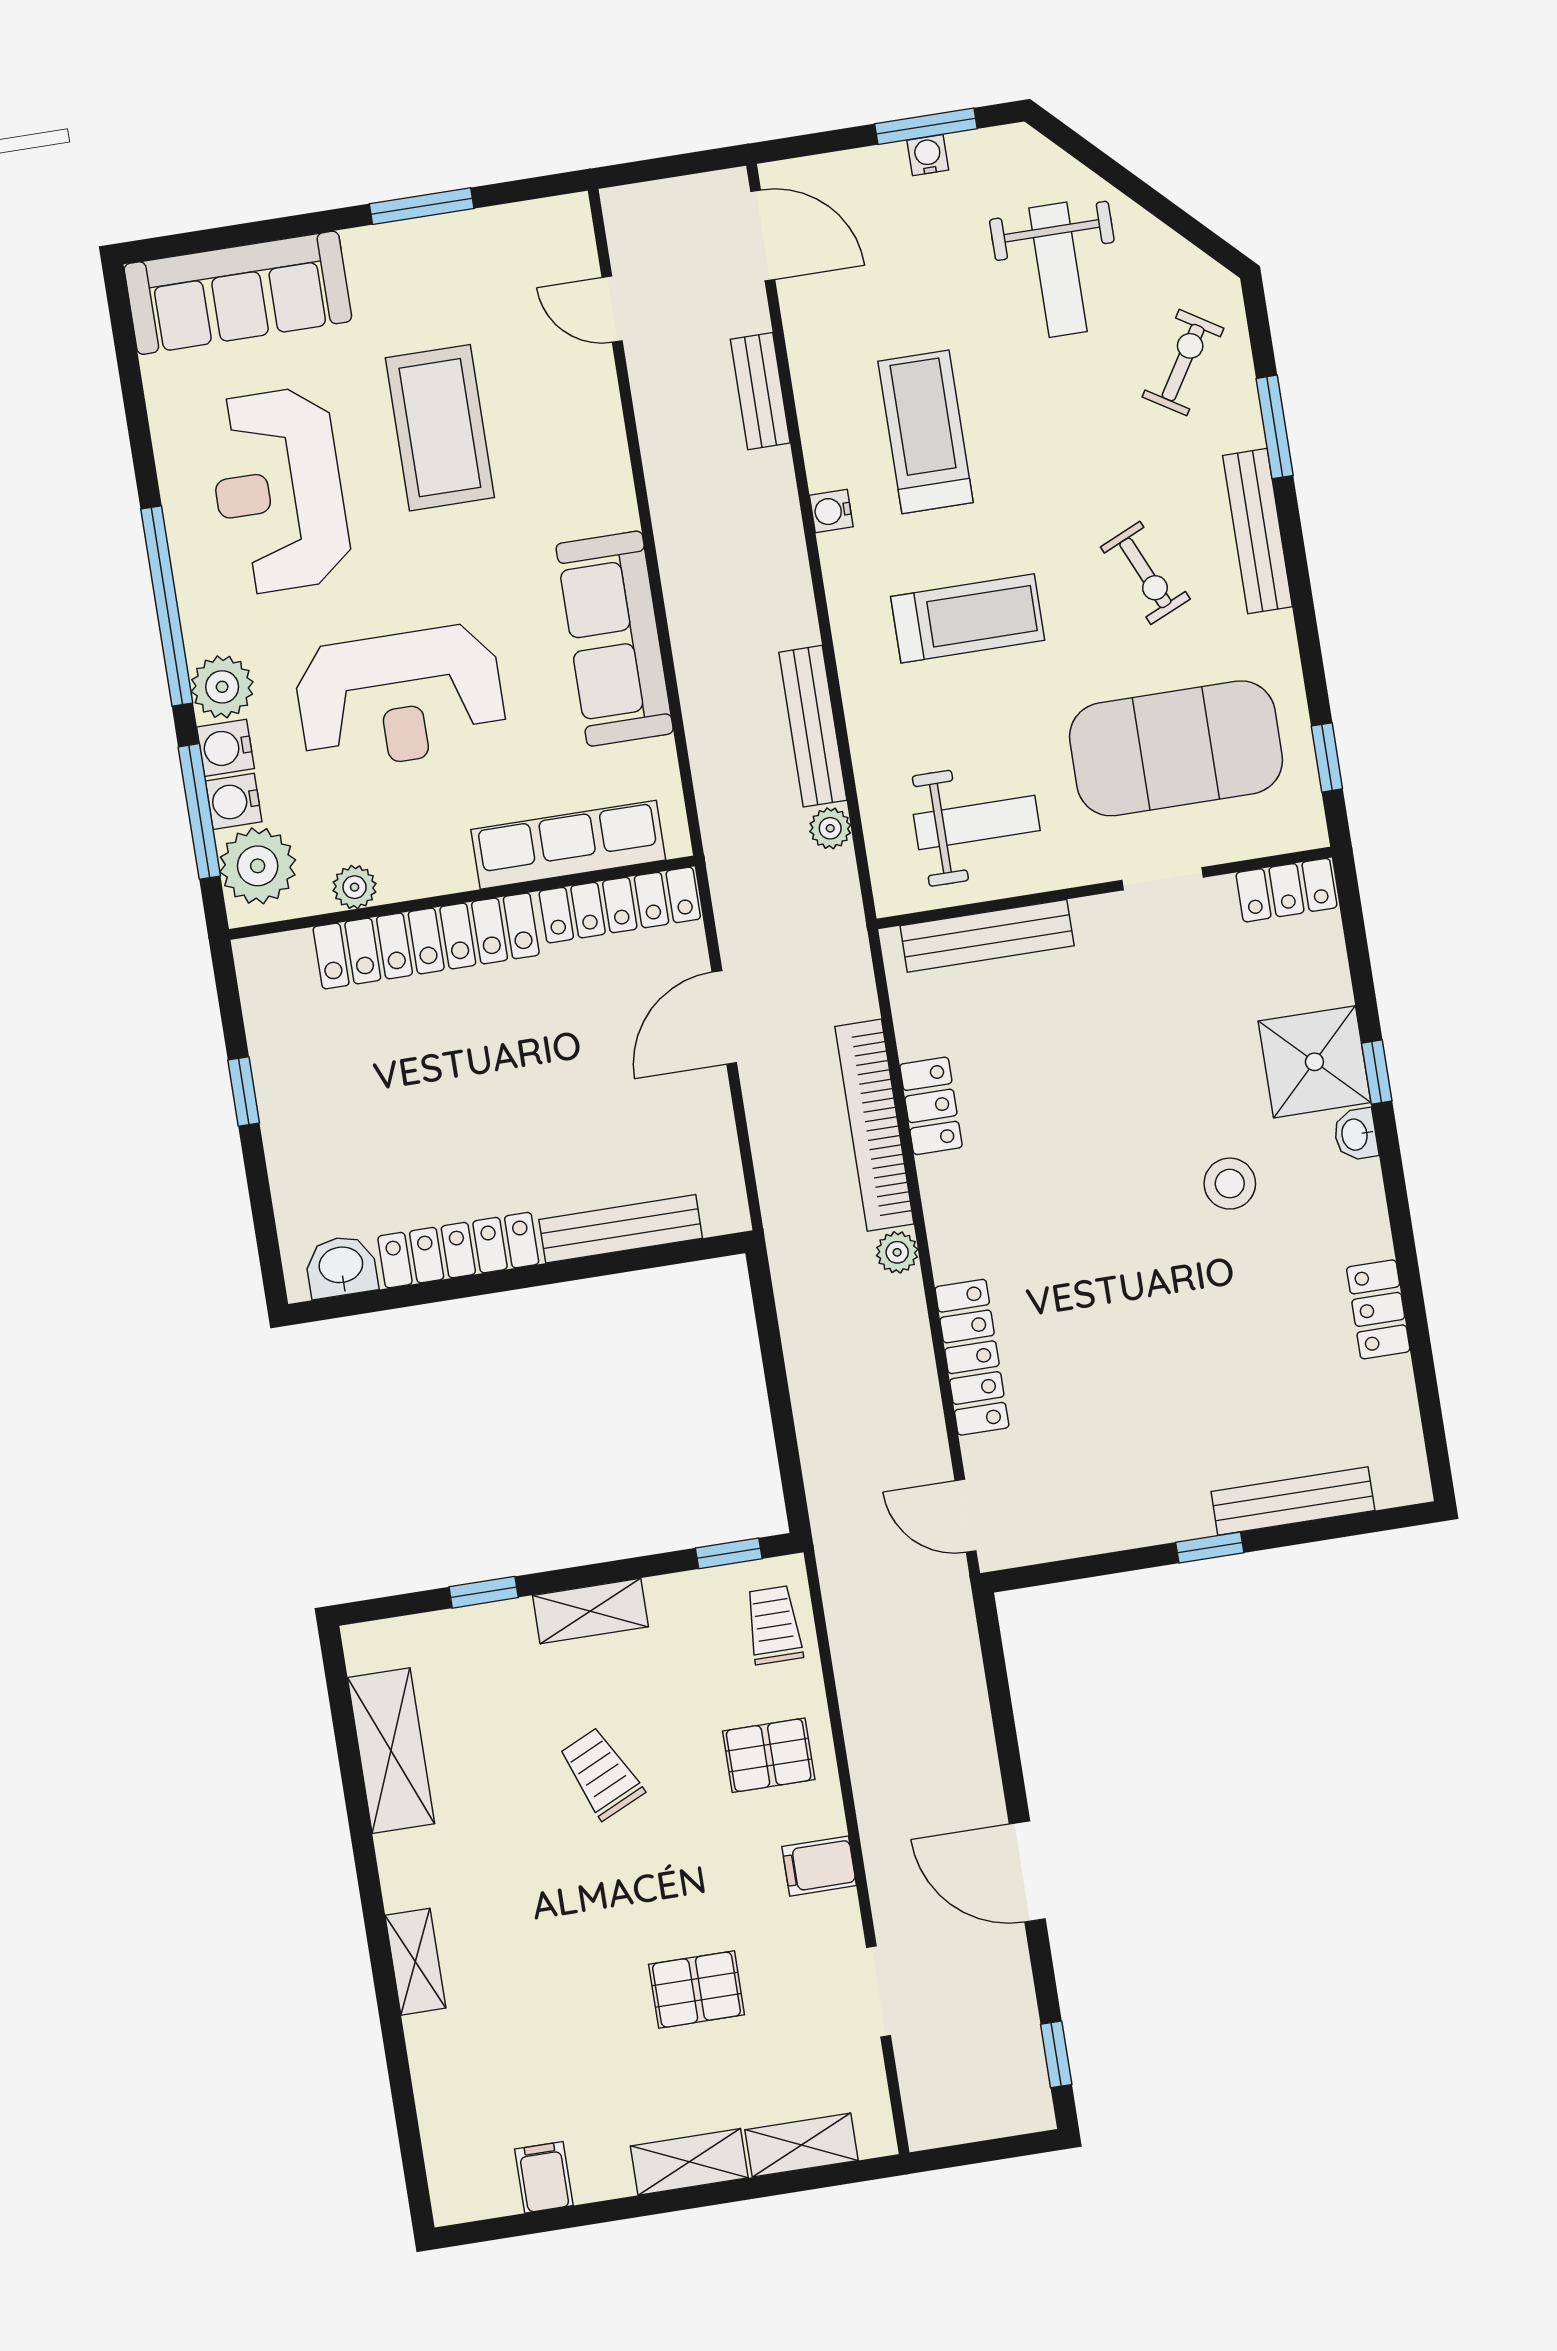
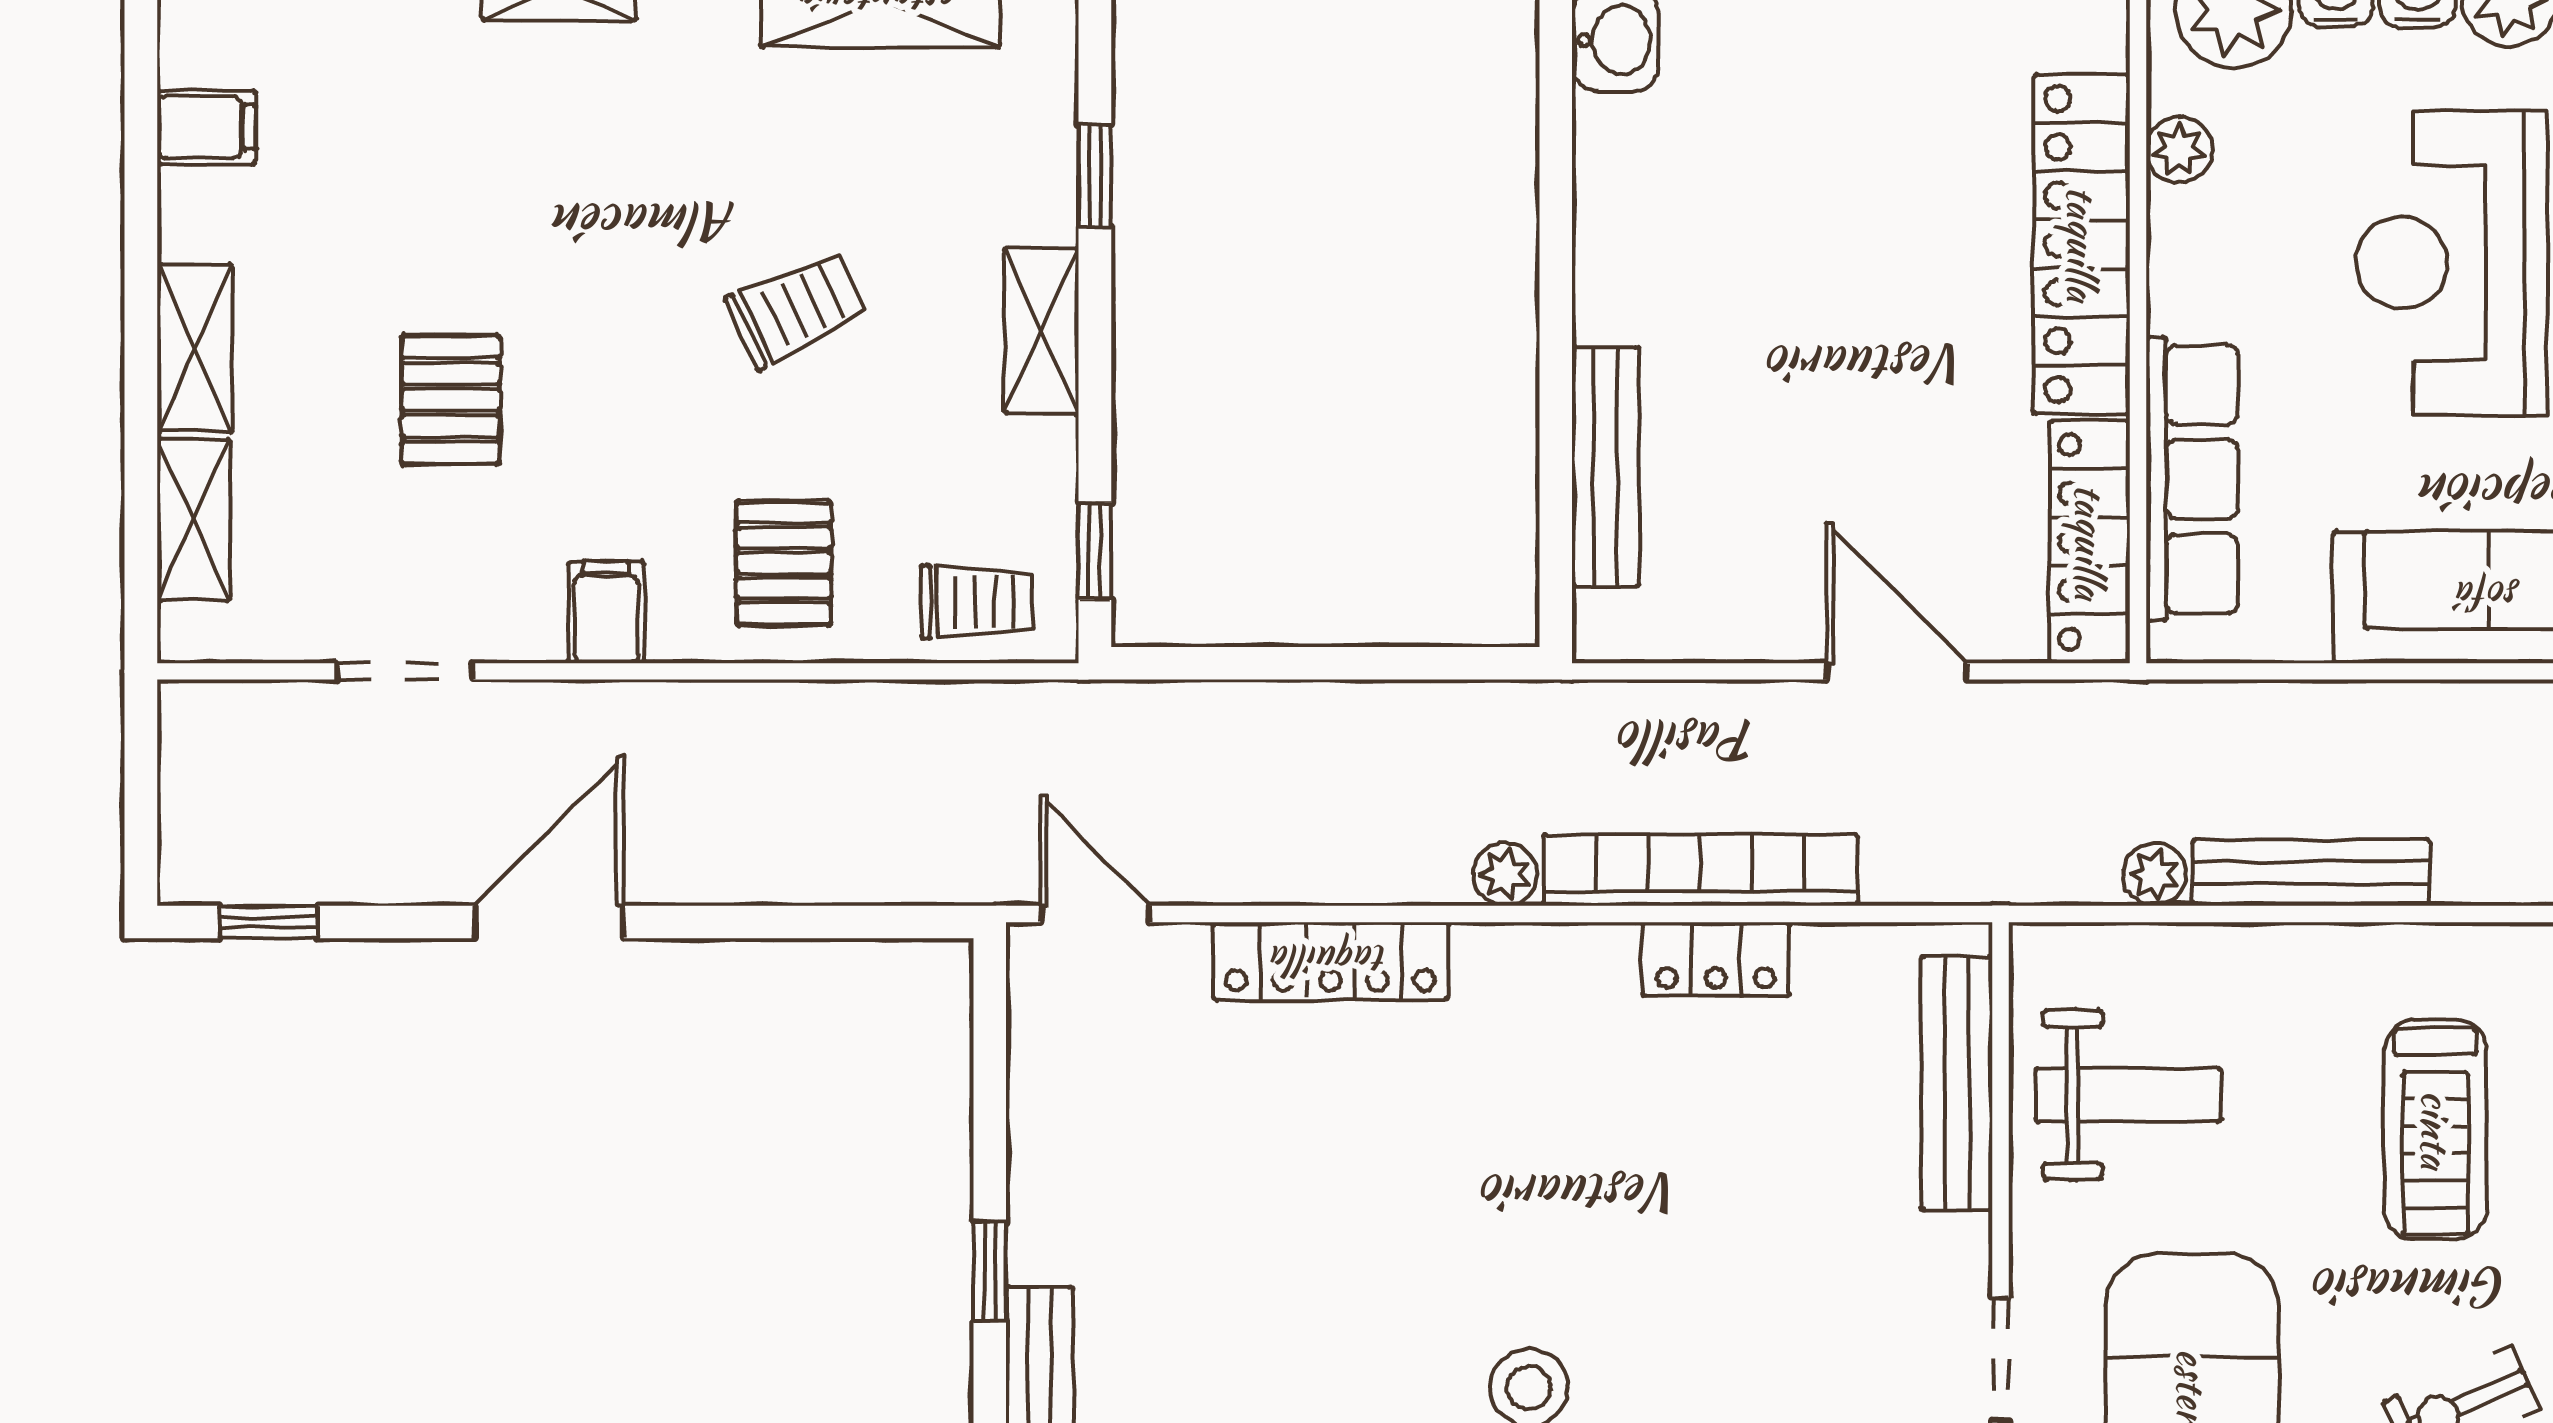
weight bench: (977, 823) -> (2128, 1095), turned -90
locker: (458, 1250) -> (1612, 219), removed
door: (966, 1516) -> (1095, 914), hinge flipped

